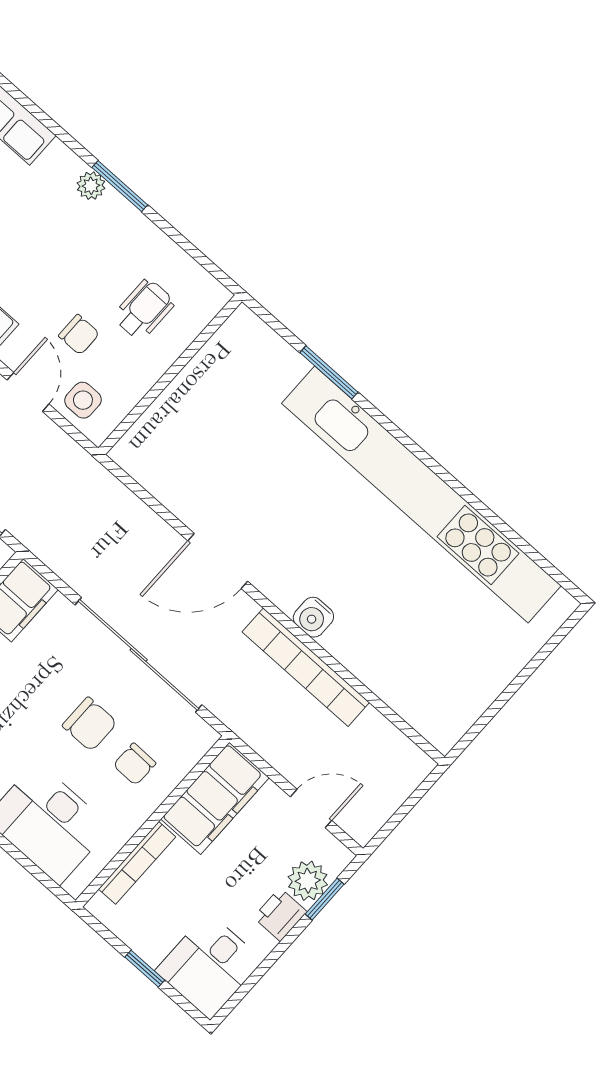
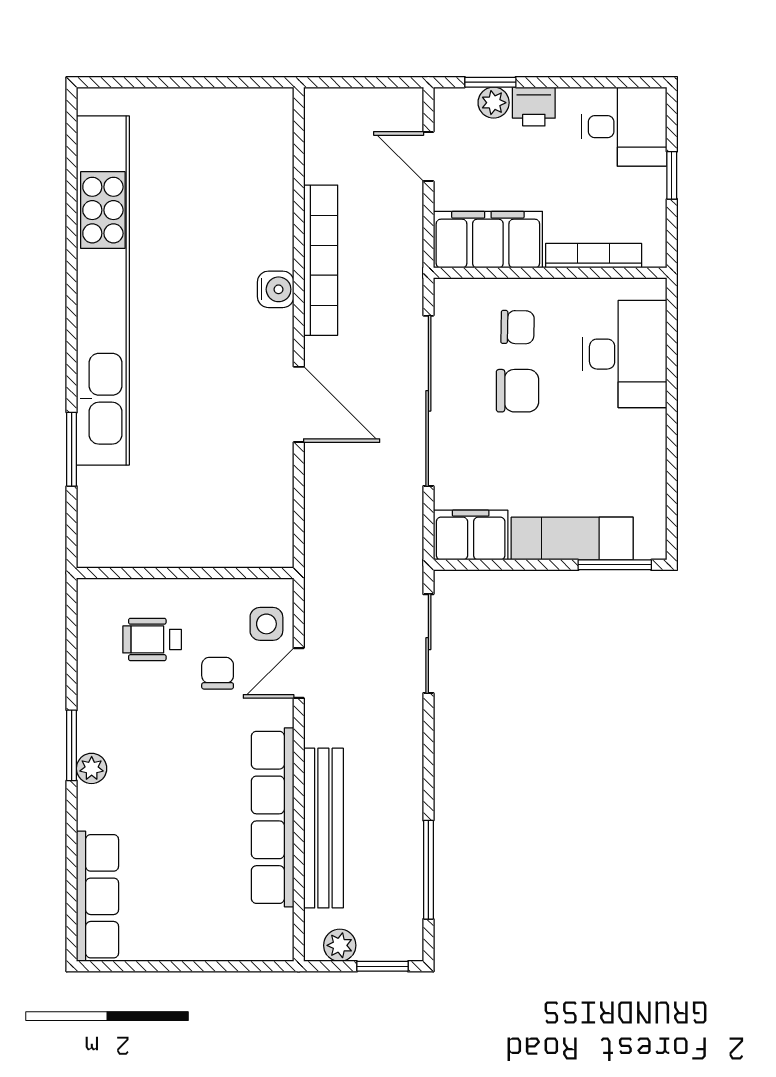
chair: (90, 724) -> (517, 391), turned 90
plant: (308, 881) -> (494, 103), width x0.73, depth x0.73

